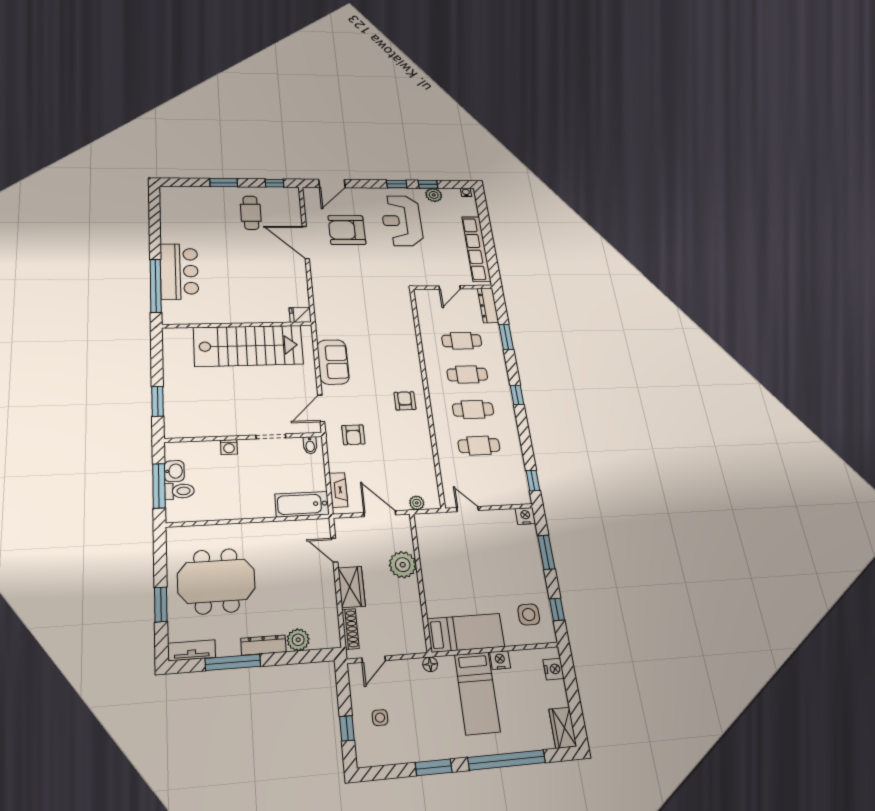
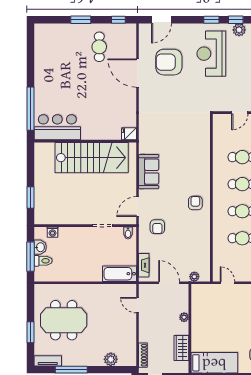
bar counter: (179, 271) -> (57, 127), moved, turned -90
washing machine: (229, 447) -> (53, 232), moved
plant: (403, 565) -> (184, 317), width x0.53, depth x0.53
wardrobe: (352, 587) -> (181, 348), moved, turned 180
dresser: (264, 645) -> (90, 361), removed

